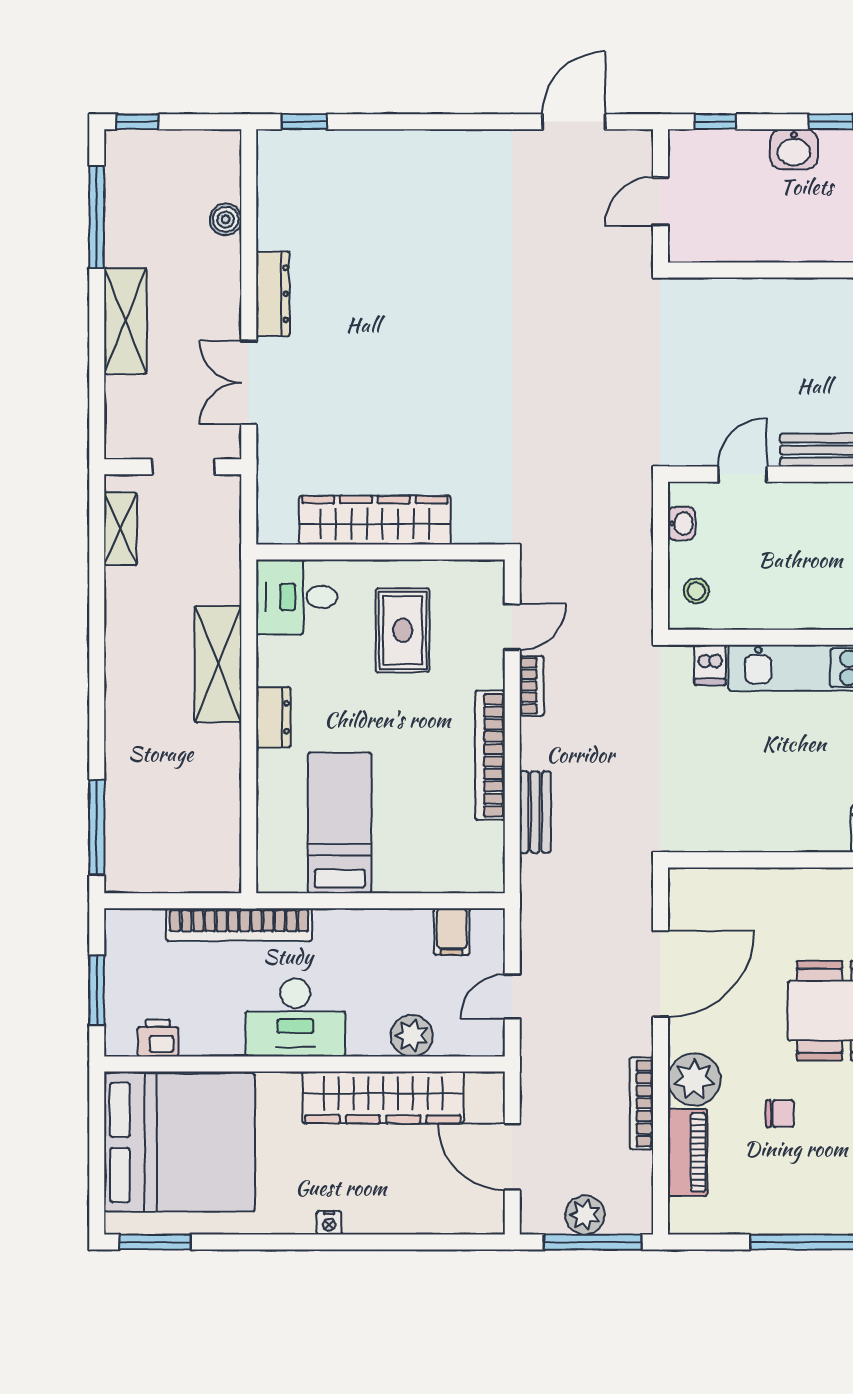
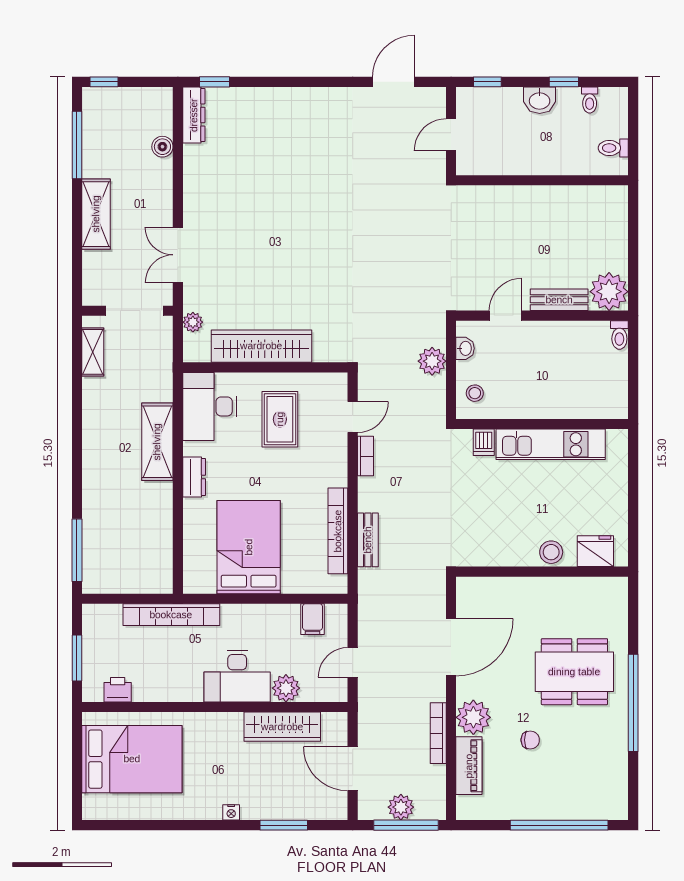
dresser: (273, 294) -> (194, 115), moved
doorway: (183, 467) -> (135, 311), width x1.38
plant: (271, 484) -> (193, 322), added
plant: (632, 543) -> (432, 361), added
desk: (297, 597) -> (210, 406), width x1.37
bookcase: (490, 755) -> (338, 531), moved
bed: (340, 823) -> (249, 547), width x1.50
stool: (811, 831) -> (551, 552), added
desk: (295, 1017) -> (237, 676), moved
wardrobe: (383, 1097) -> (282, 727), width x0.71, depth x0.85
bed: (179, 1143) -> (132, 759), width x0.73
window: (155, 1242) -> (284, 825), moved

